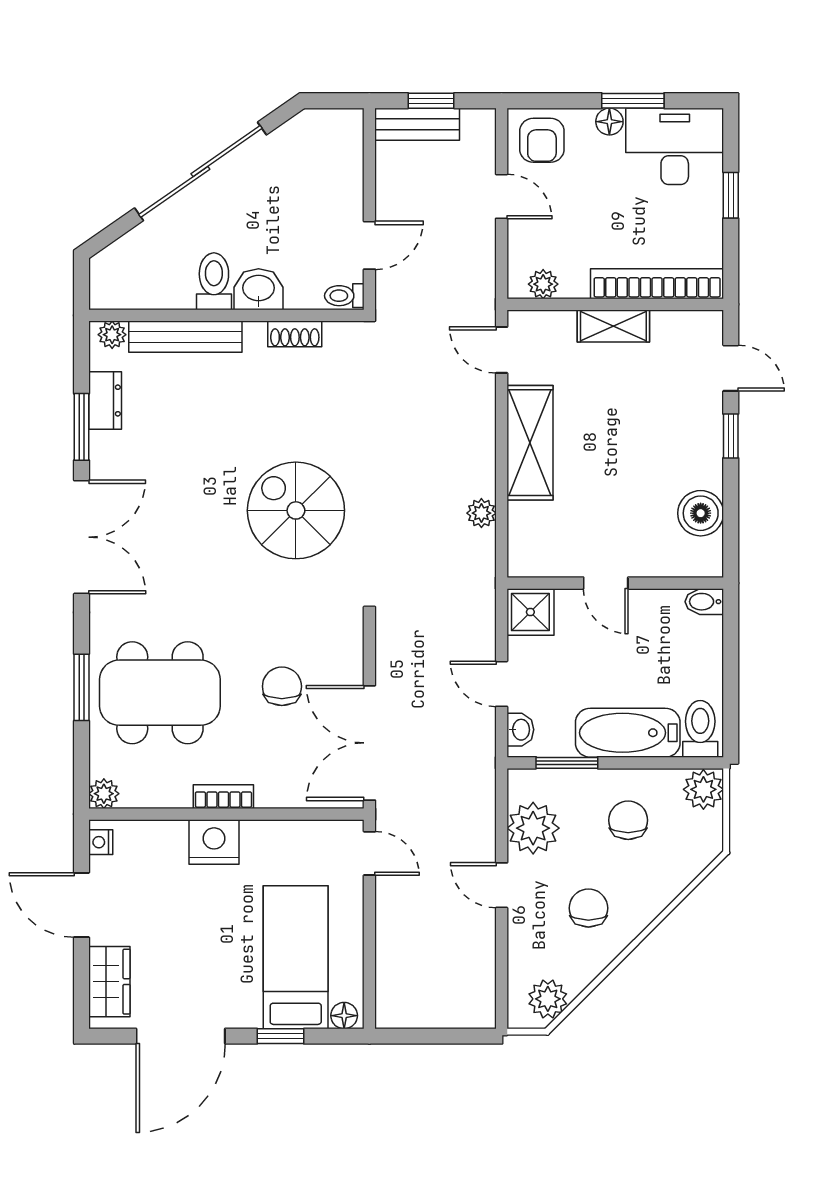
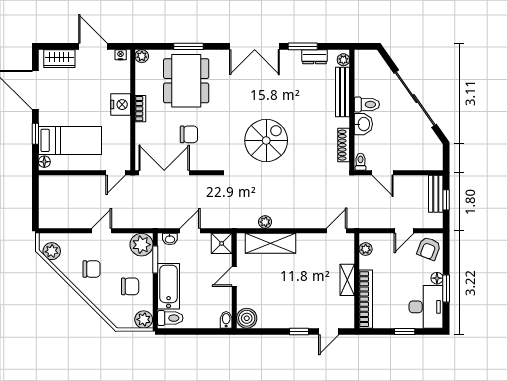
armchair: (542, 140) -> (429, 249), turned -69
shoe rack: (295, 334) -> (344, 145), width x1.43
shelving: (530, 443) -> (271, 243), moved
boiler: (701, 513) -> (247, 318), moved
plant: (533, 828) -> (141, 245), moved
door: (81, 905) -> (93, 46), hinge flipped

